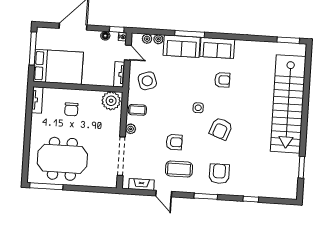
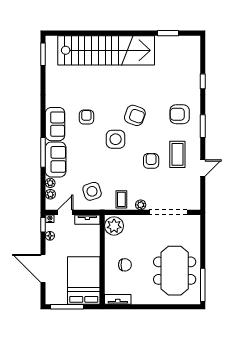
side table: (198, 108) -> (116, 139), width x1.87, depth x1.87
fireplace: (141, 184) -> (195, 191), removed

